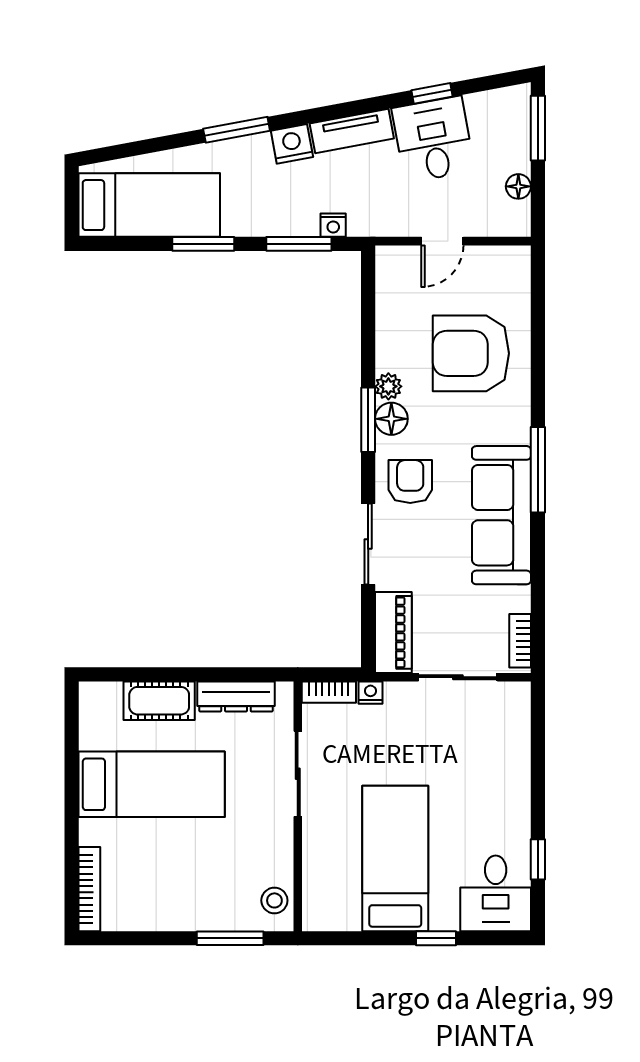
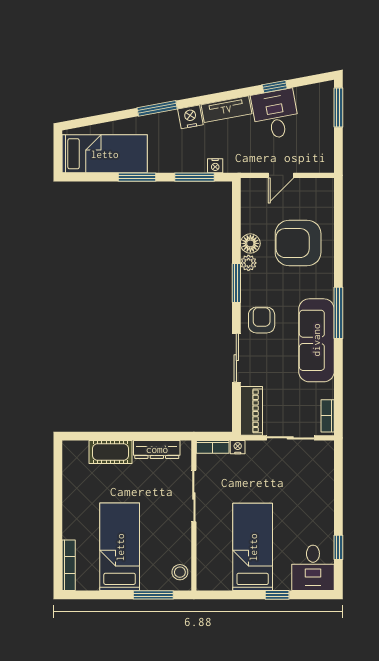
floor lamp: (518, 186) -> (327, 143), removed
floor lamp: (391, 419) -> (250, 243), moved
bed: (152, 784) -> (120, 547), moved, turned -90

